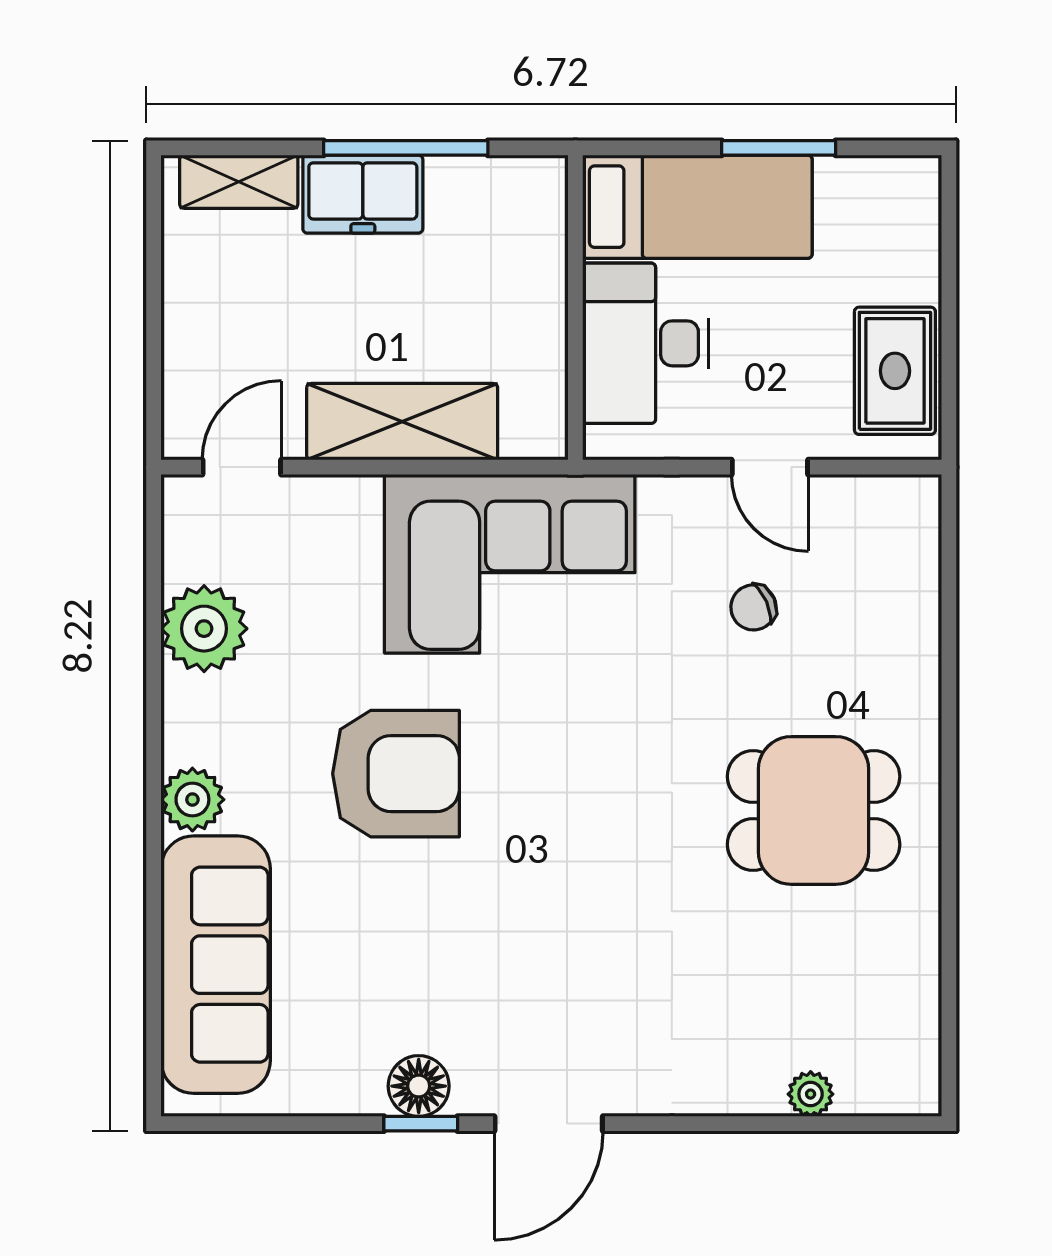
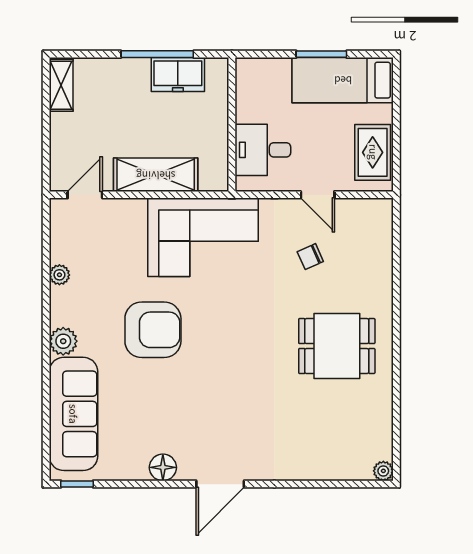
shelving: (239, 182) -> (61, 85), moved, turned 90
freezer: (363, 194) -> (178, 75), moved
bed: (697, 207) -> (343, 80), moved, turned 180
desk: (646, 343) -> (263, 150), width x0.73
plant: (204, 629) -> (59, 275), width x0.53, depth x0.53
plant: (811, 1094) -> (383, 471), moved
window: (421, 1124) -> (77, 484), moved

